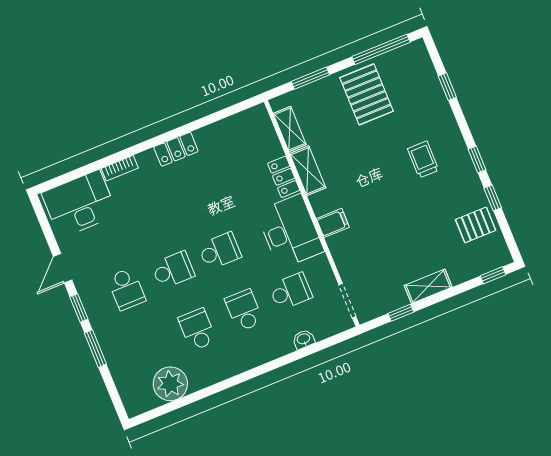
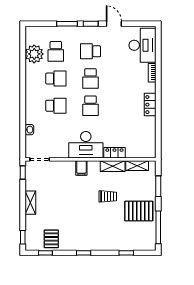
trolley: (423, 159) -> (108, 196), moved
window: (493, 198) -> (45, 253), moved
school desk: (291, 291) -> (56, 51), moved
window: (401, 313) -> (23, 173), moved

